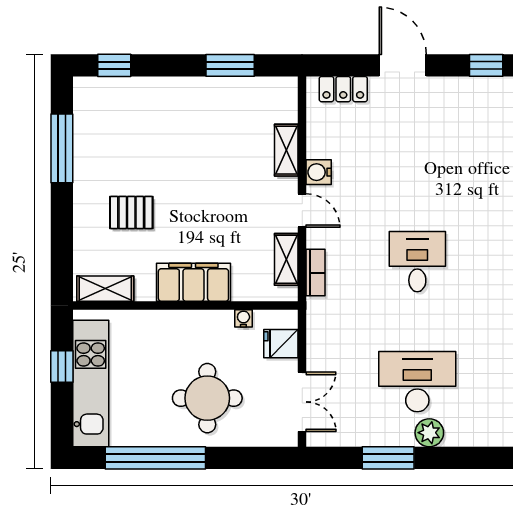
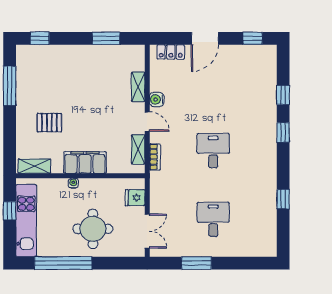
door: (403, 65) -> (205, 38), swing flipped
water cooler: (243, 318) -> (73, 183), moved
desk: (417, 382) -> (213, 219), width x0.73
plant: (429, 433) -> (220, 249), removed

